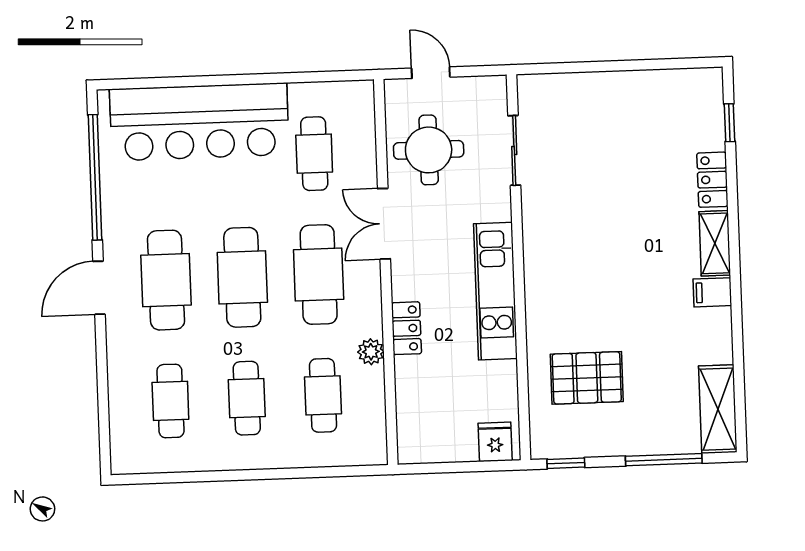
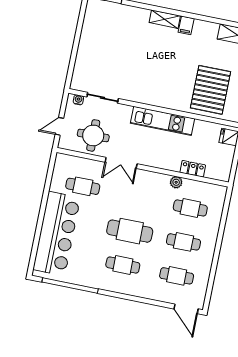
water cooler: (497, 100) -> (78, 100), added
locker: (712, 180) -> (136, 13), removed
cafe table: (319, 275) -> (137, 197), removed
cafe table: (166, 280) -> (123, 265), width x0.73, depth x0.74
door: (99, 288) -> (186, 309), moved
locker: (406, 328) -> (193, 169), moved
pallet: (587, 378) -> (211, 90), width x1.37, depth x1.41

